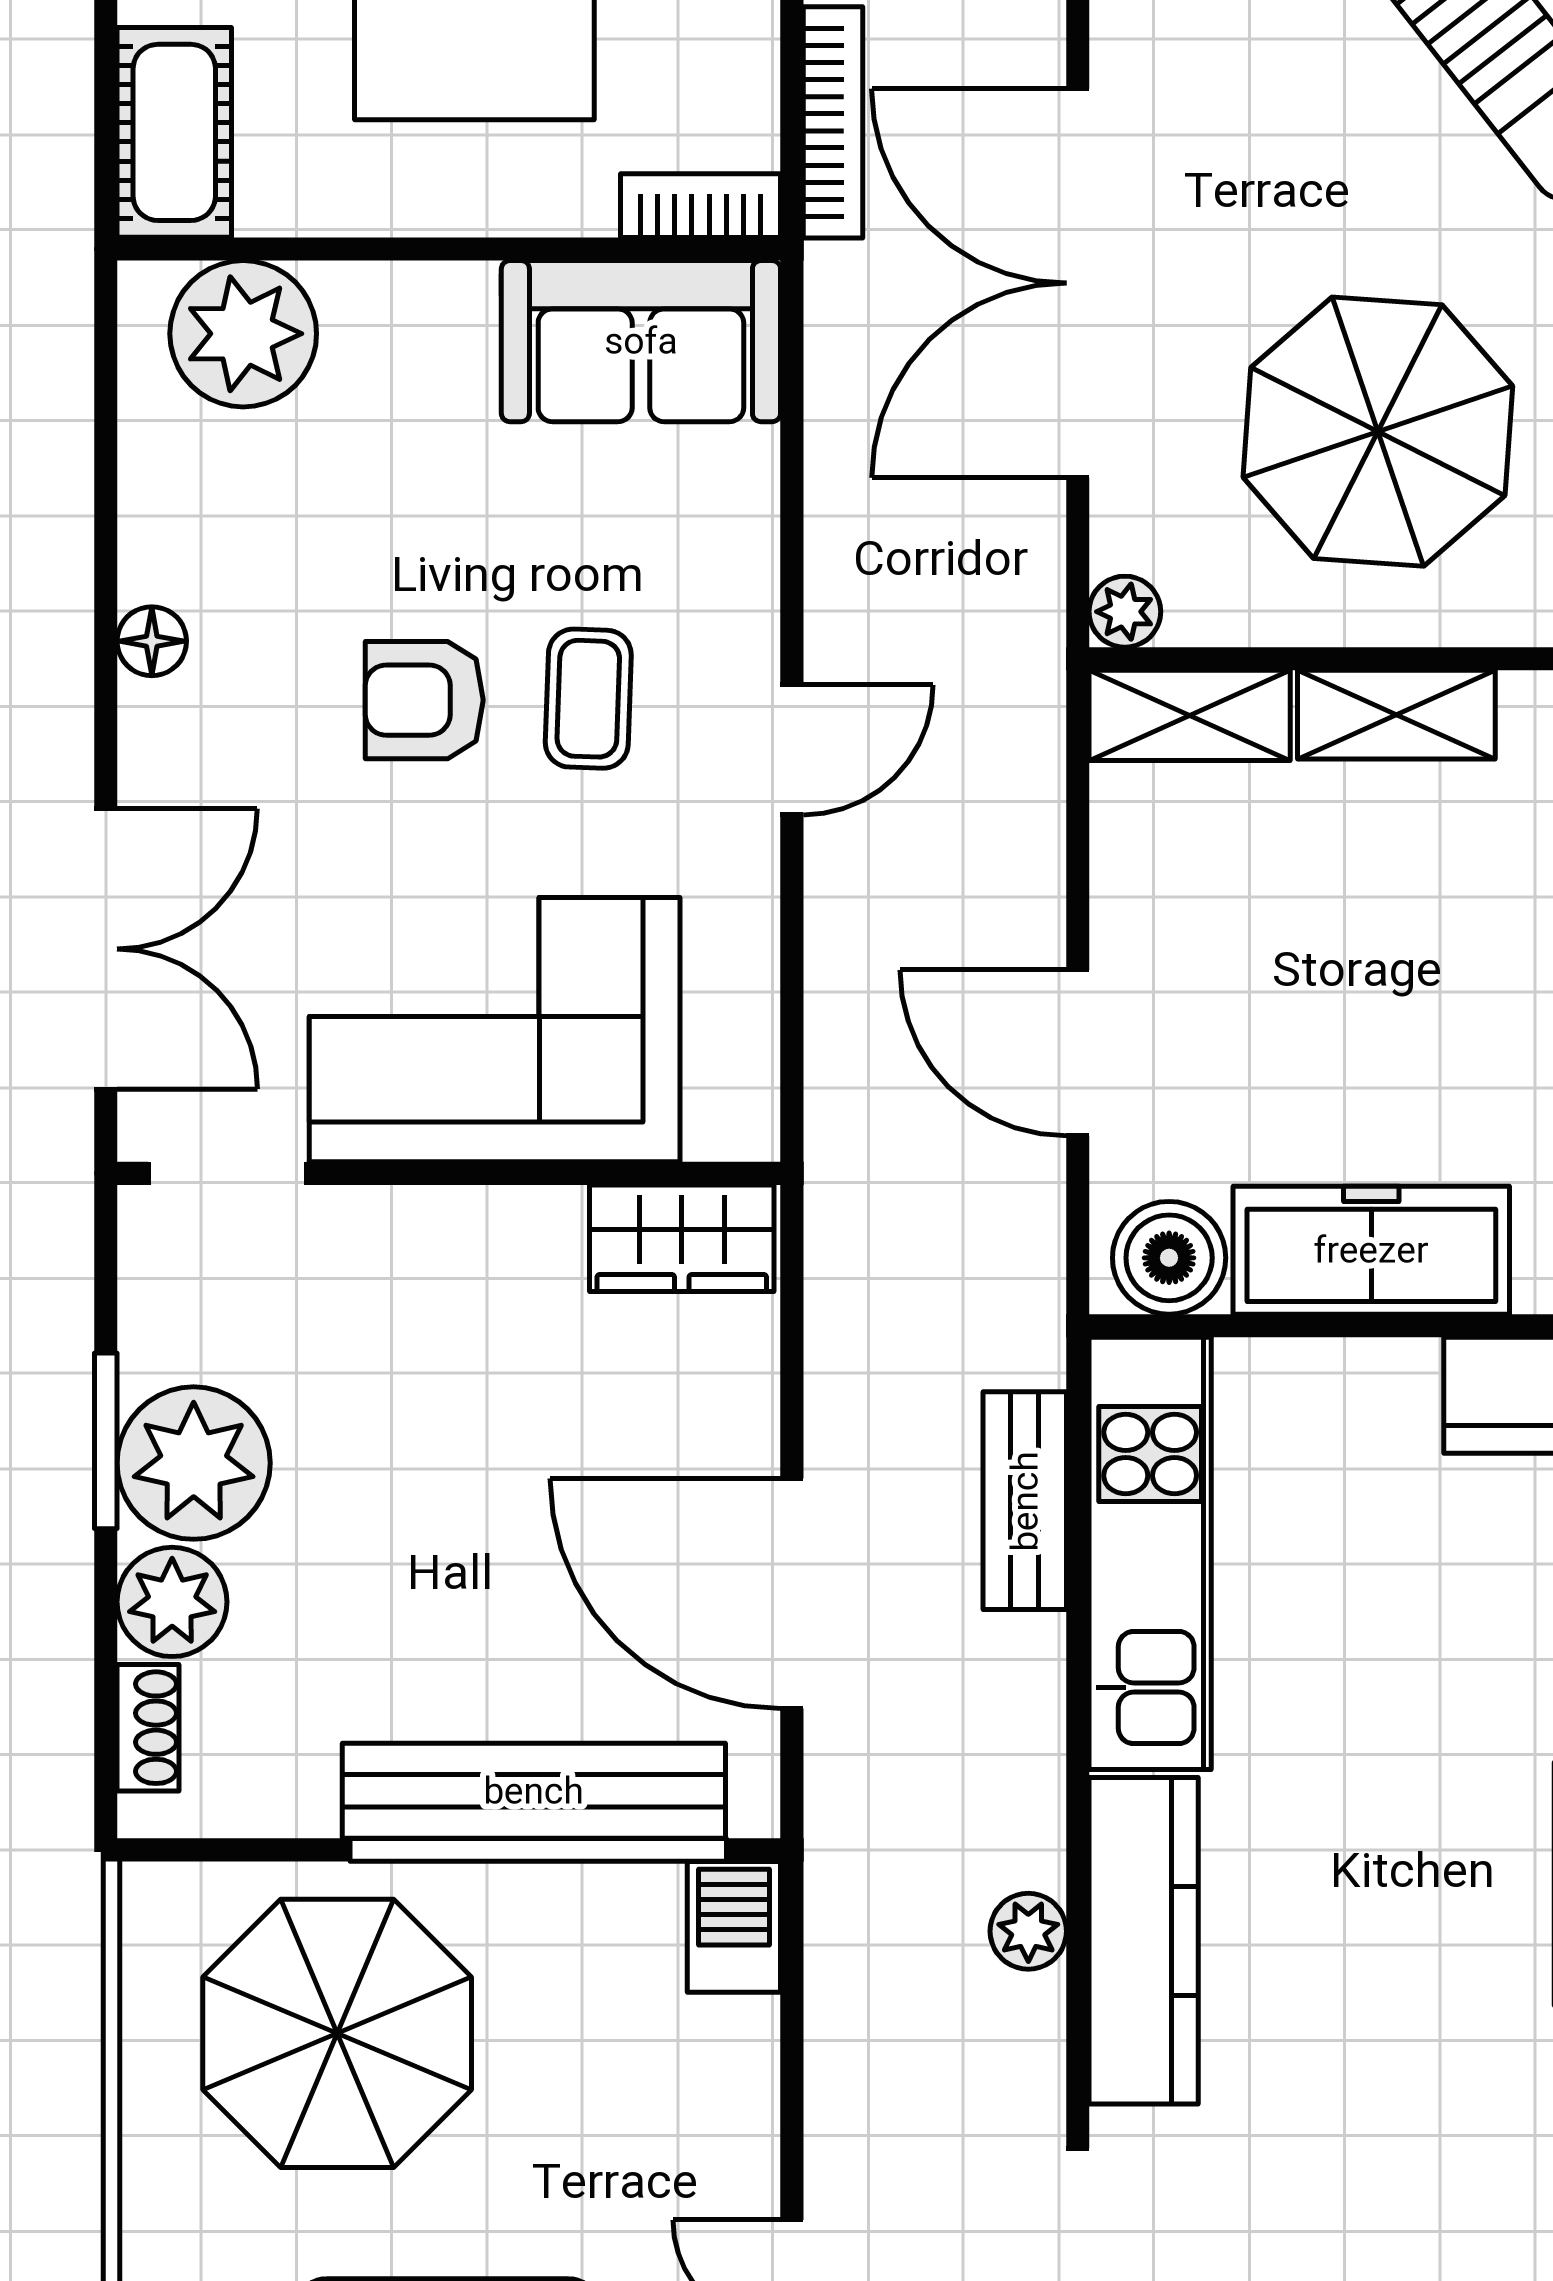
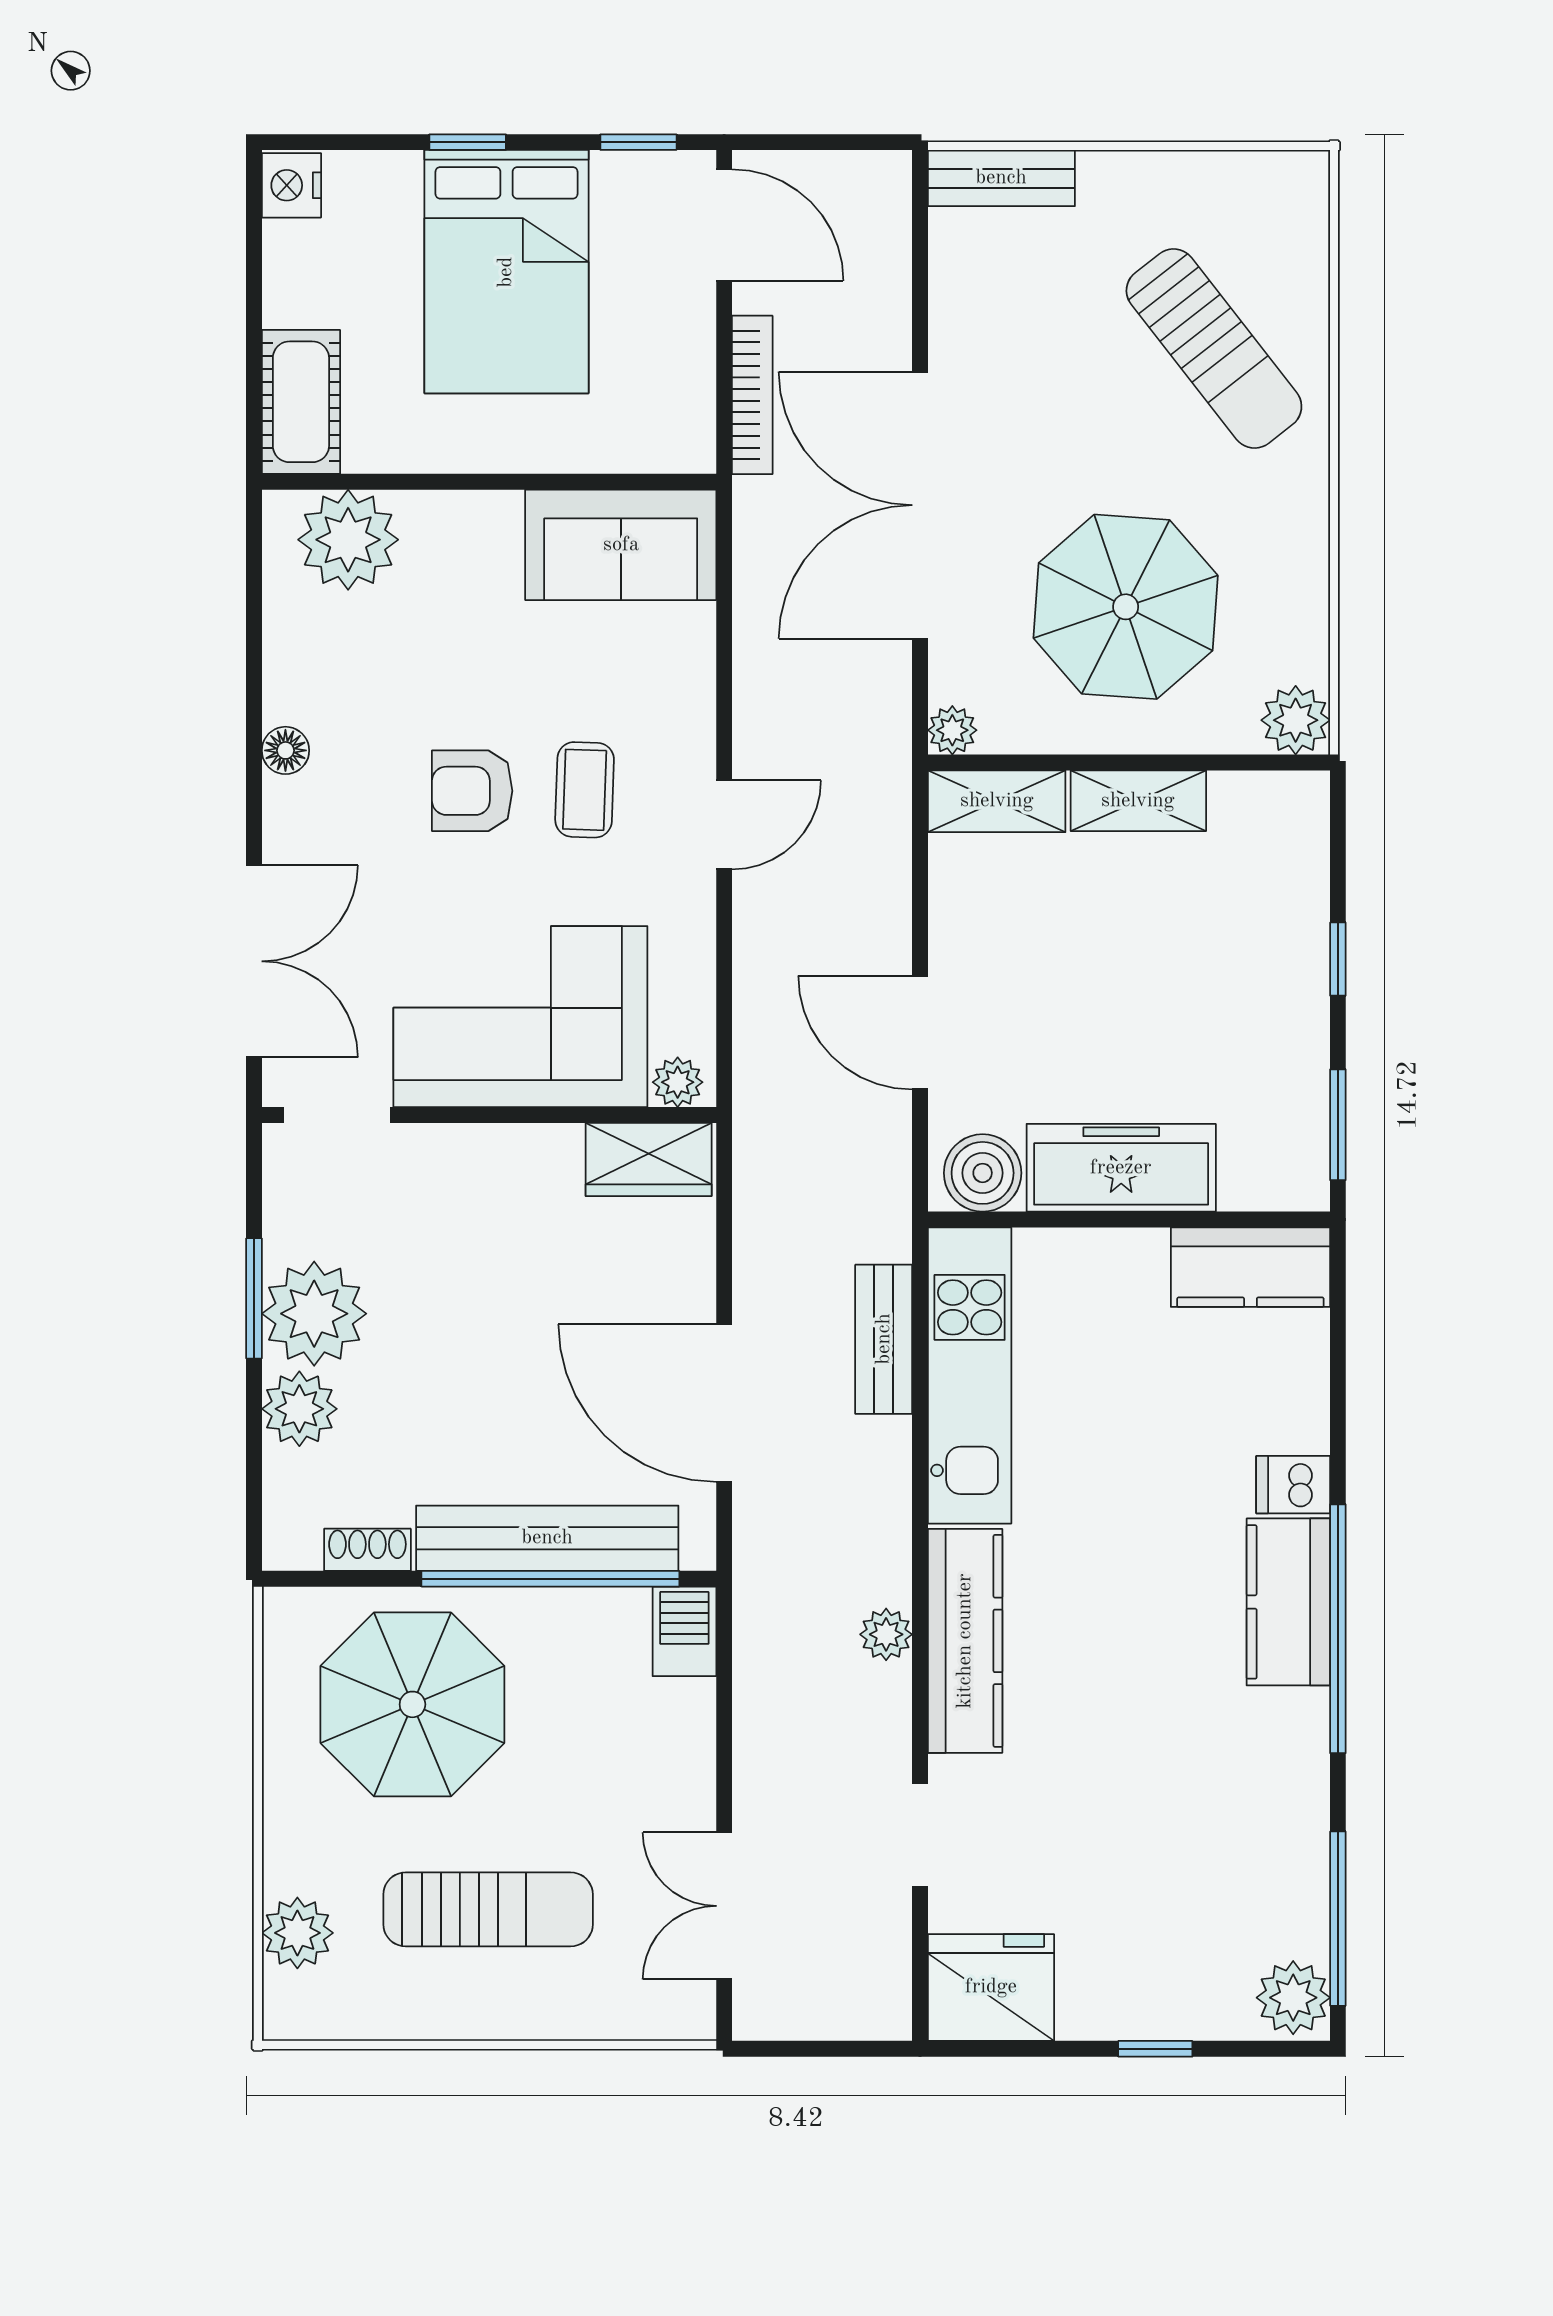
bookcase: (701, 206) -> (661, 452), removed
plant: (724, 1125) -> (678, 1082), added
shoe rack: (148, 1728) -> (367, 1550), moved, turned -90

